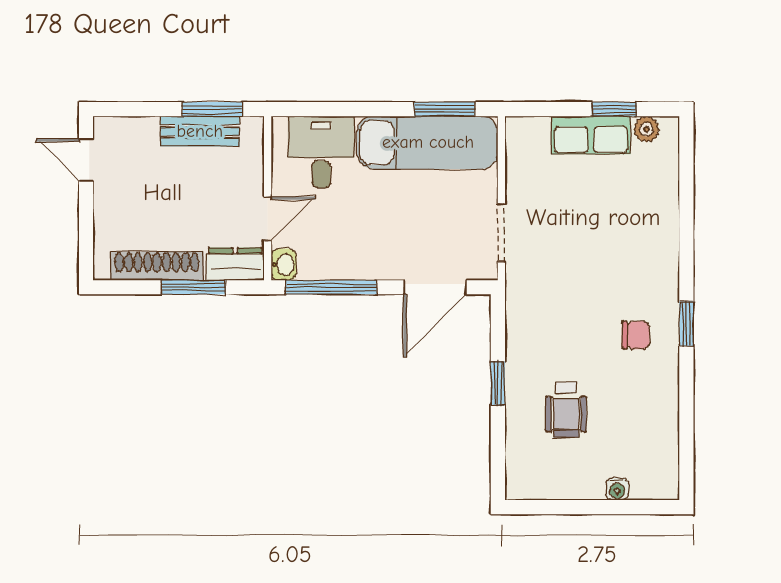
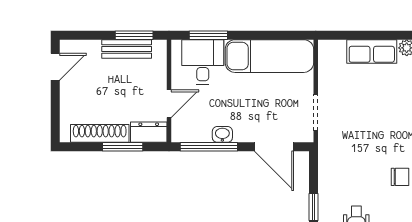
window: (445, 109) -> (208, 35), moved
window: (614, 109) -> (386, 35), removed
door: (86, 160) -> (55, 67), swing flipped
washbasin: (284, 265) -> (222, 134), moved, turned -90
door: (435, 287) -> (274, 147), hinge flipped

